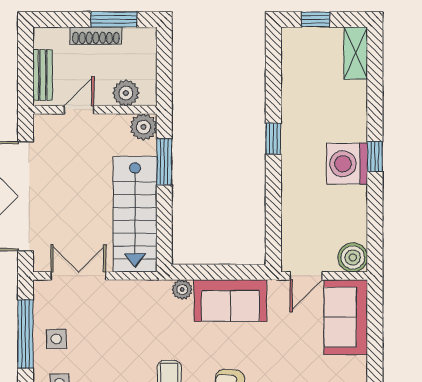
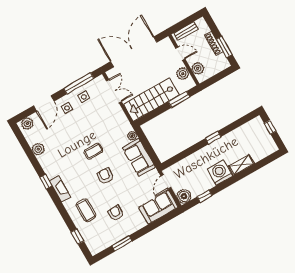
shelving: (356, 53) -> (241, 165), moved
plant: (143, 127) -> (183, 74), moved
window: (375, 156) -> (205, 196), moved
door: (306, 276) -> (166, 182), hinge flipped

